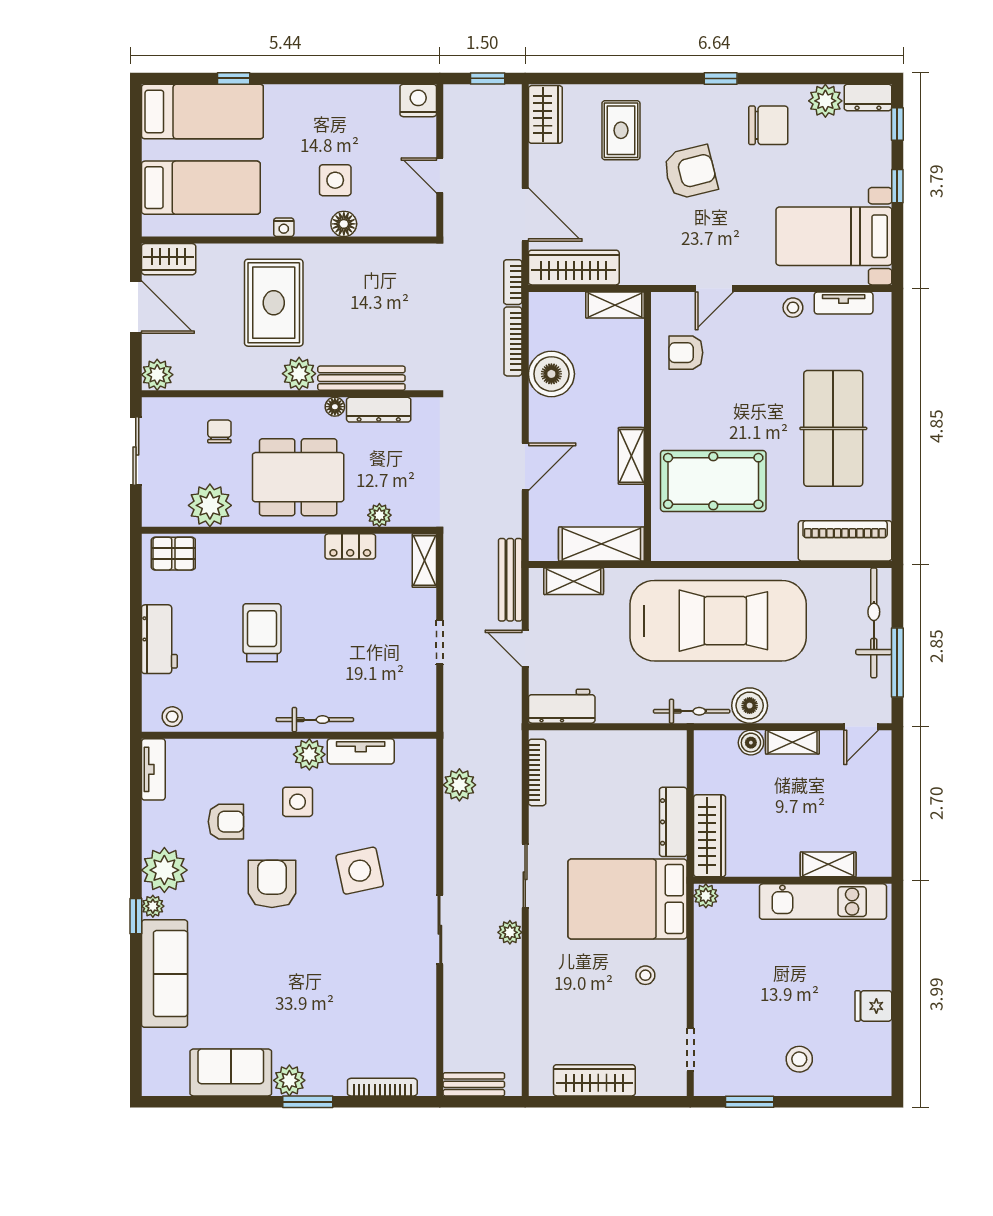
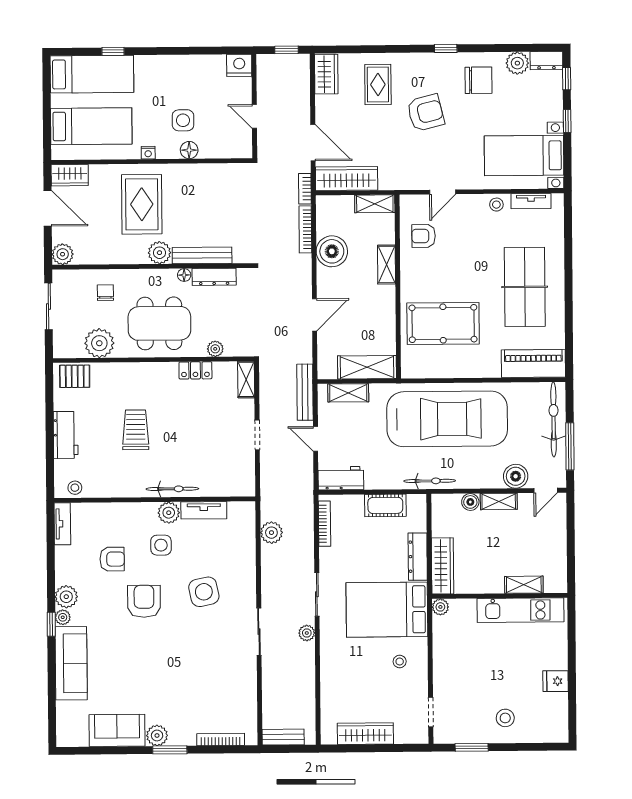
shelving: (631, 456) -> (387, 265), moved
boiler: (750, 706) -> (516, 476), moved
cot: (626, 747) -> (385, 505), added
plant: (164, 870) -> (66, 597), width x0.73, depth x0.73

